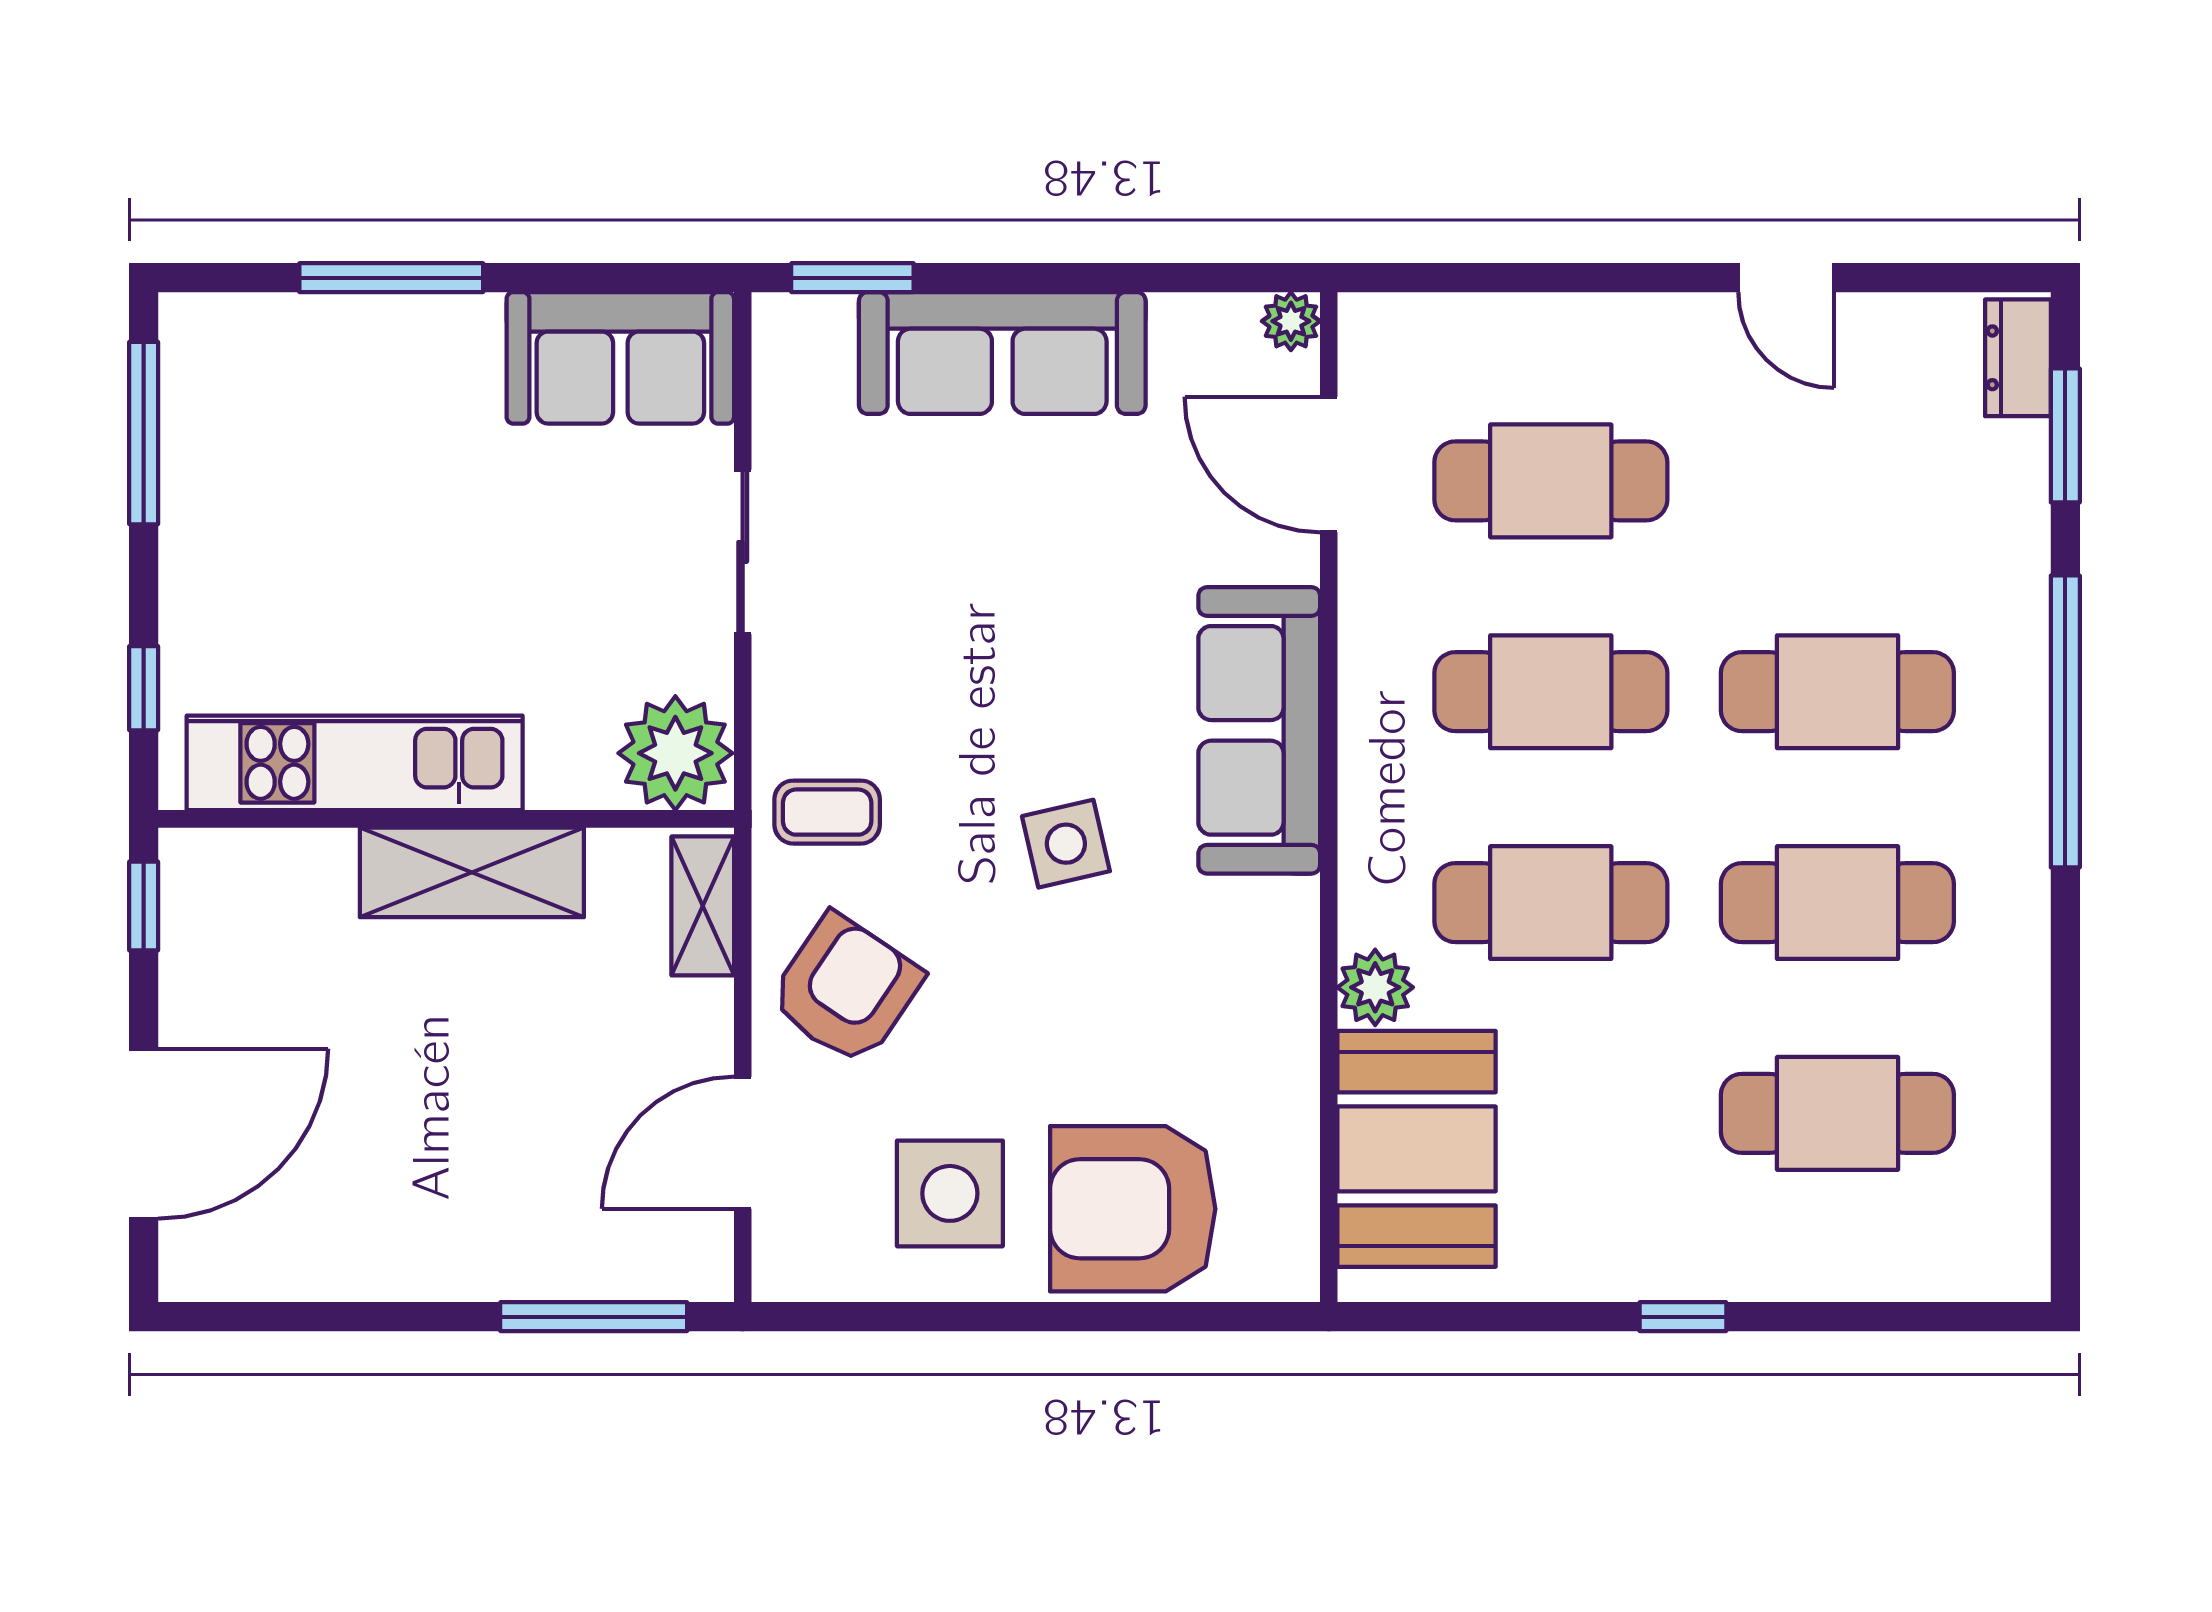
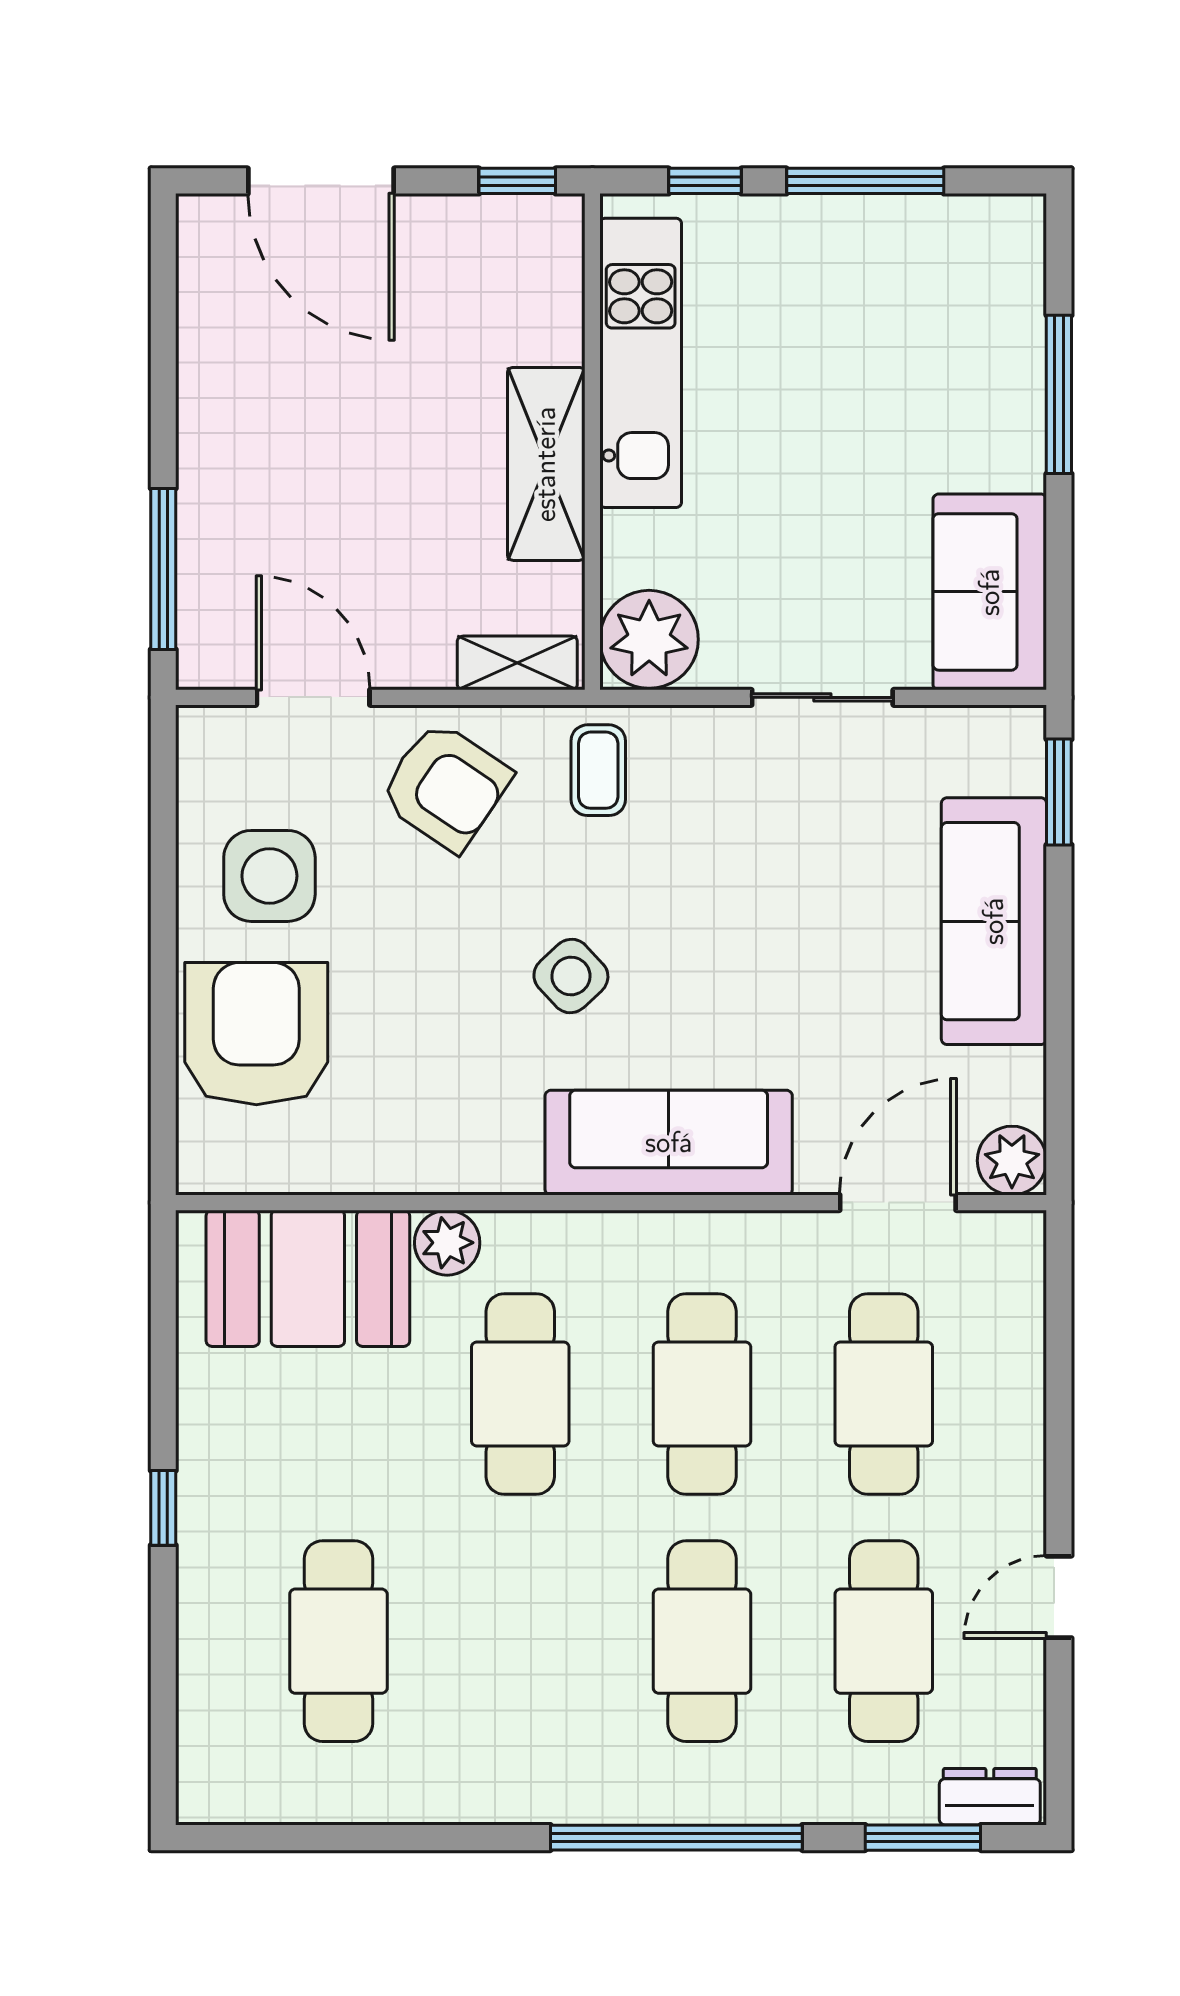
plant: (1291, 321) -> (1012, 1161), width x1.38, depth x1.38
window: (144, 433) -> (865, 181), moved
side table: (1066, 844) -> (571, 976), turned -30
cafe table: (1837, 903) -> (884, 1641), moved

